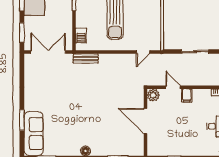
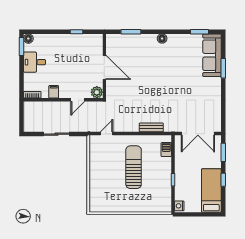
bench: (86, 58) -> (151, 127), moved
door: (173, 87) -> (78, 100), hinge flipped
filing cabinet: (187, 95) -> (54, 92), moved

